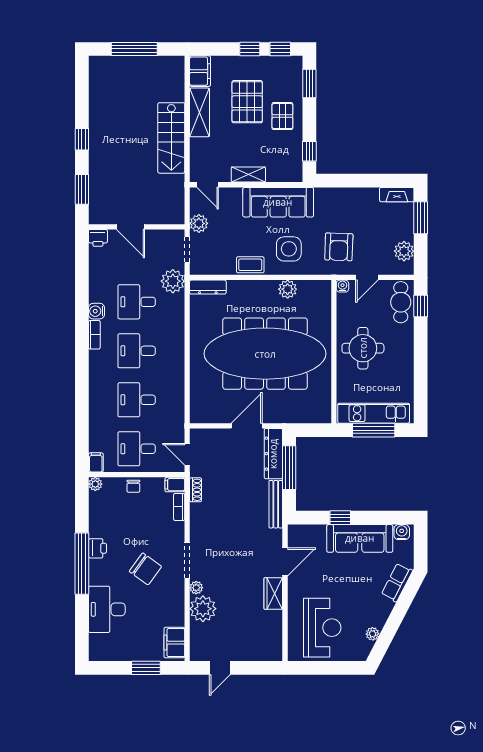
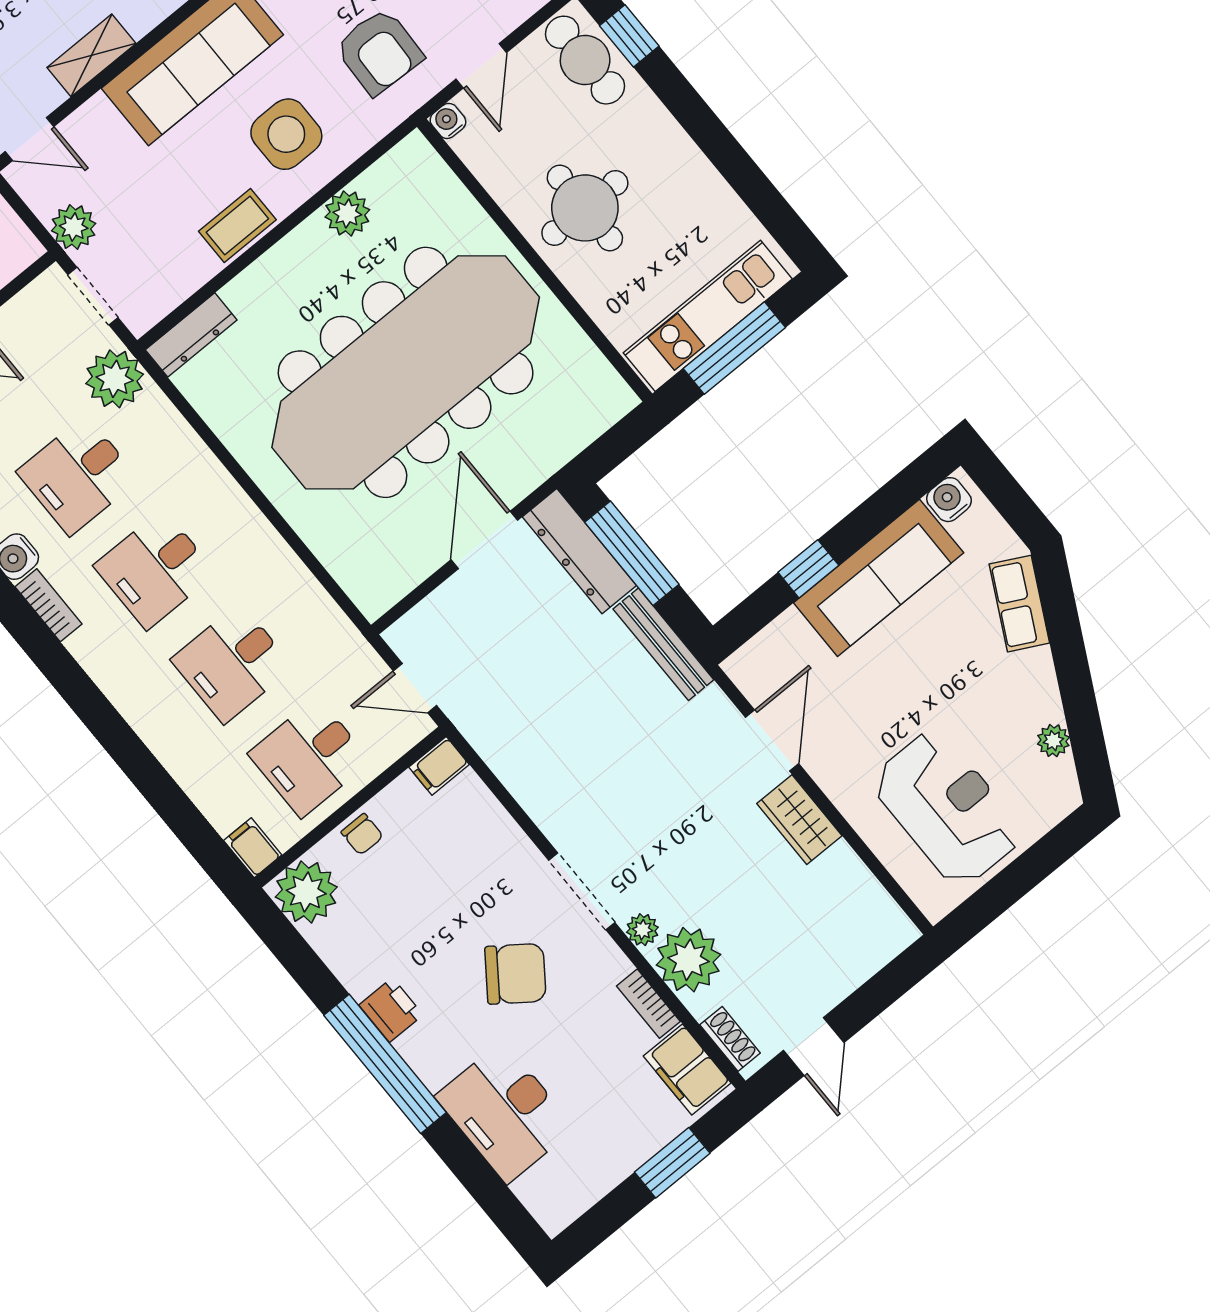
plant: (95, 484) -> (306, 892), width x1.87, depth x1.87
shoe rack: (196, 490) -> (730, 1039), moved
bookcase: (179, 507) -> (648, 1004), moved

